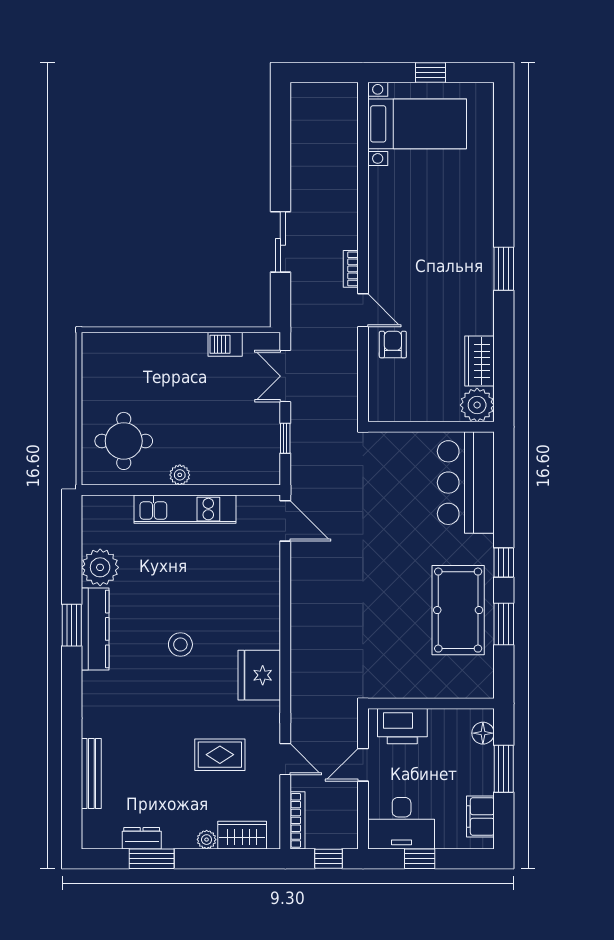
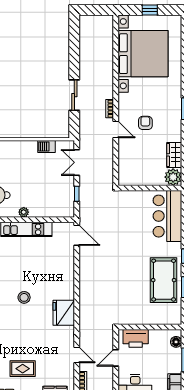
bed with nightstands: (417, 124) -> (143, 54), width x1.85
armchair: (393, 345) -> (145, 123), moved
rug: (220, 755) -> (23, 369), moved

